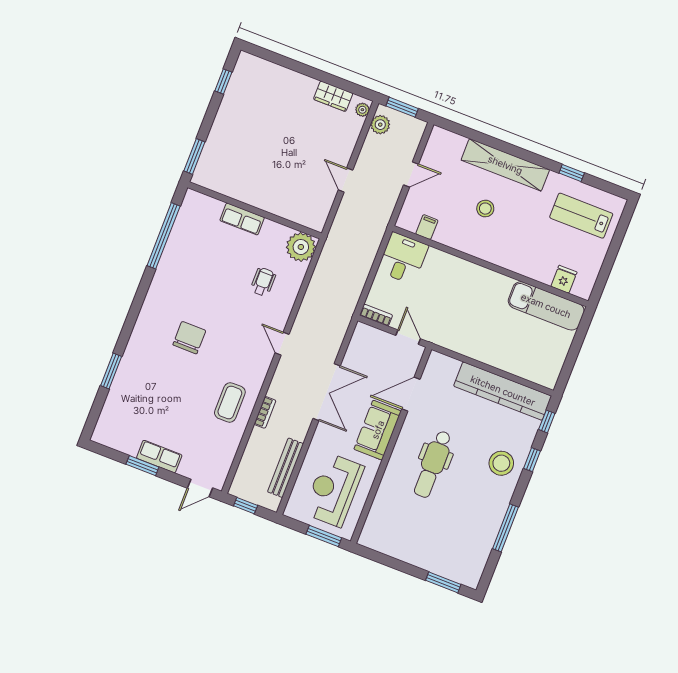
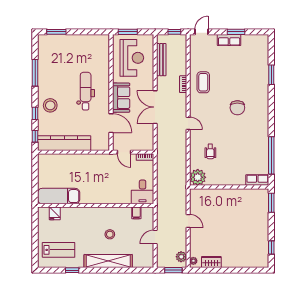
row of seats: (242, 219) -> (257, 180), moved
door: (411, 394) -> (111, 123), hinge flipped

